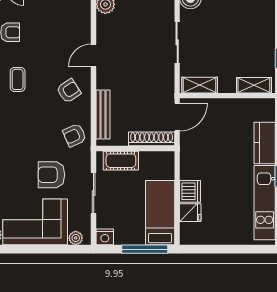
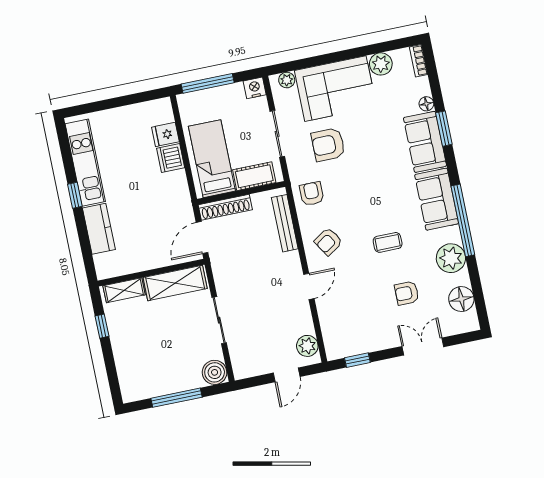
coffee table: (18, 79) -> (388, 242), turned 90
shelving: (200, 85) -> (175, 283), width x1.50, depth x1.33
armchair: (74, 135) -> (312, 194), turned -66
armchair: (51, 175) -> (328, 145), turned 180
bed: (160, 213) -> (212, 159), moved, turned 180

